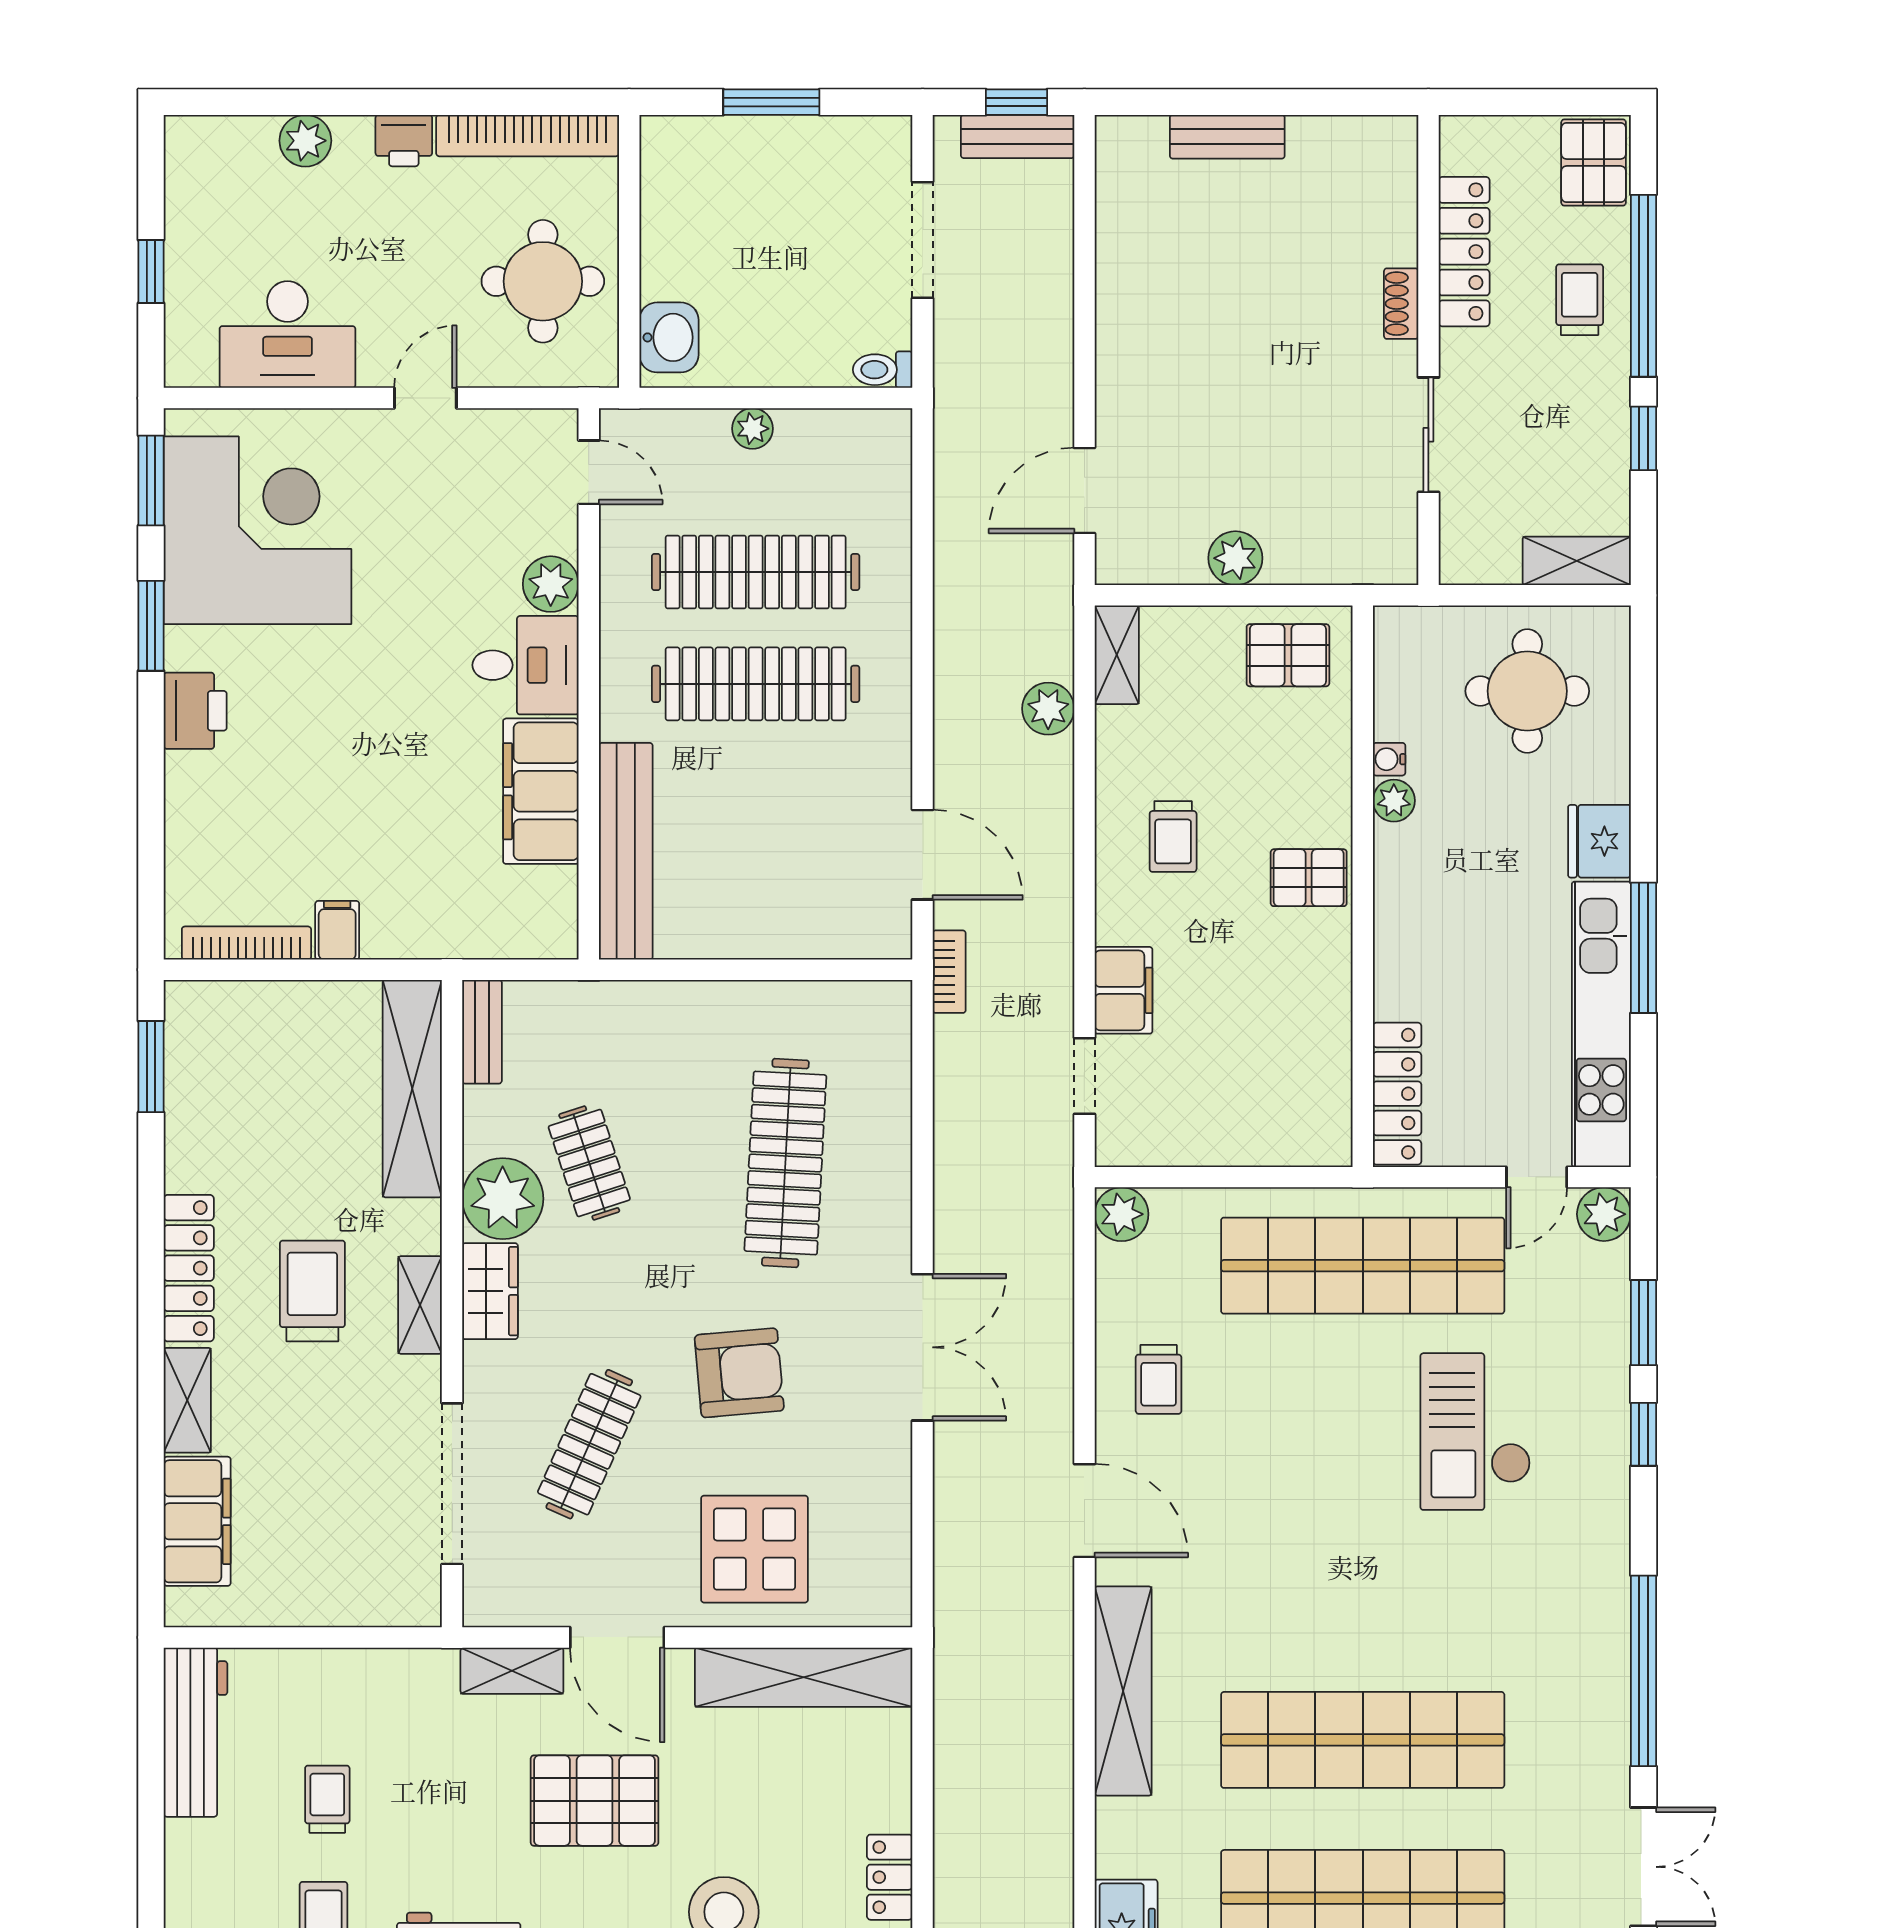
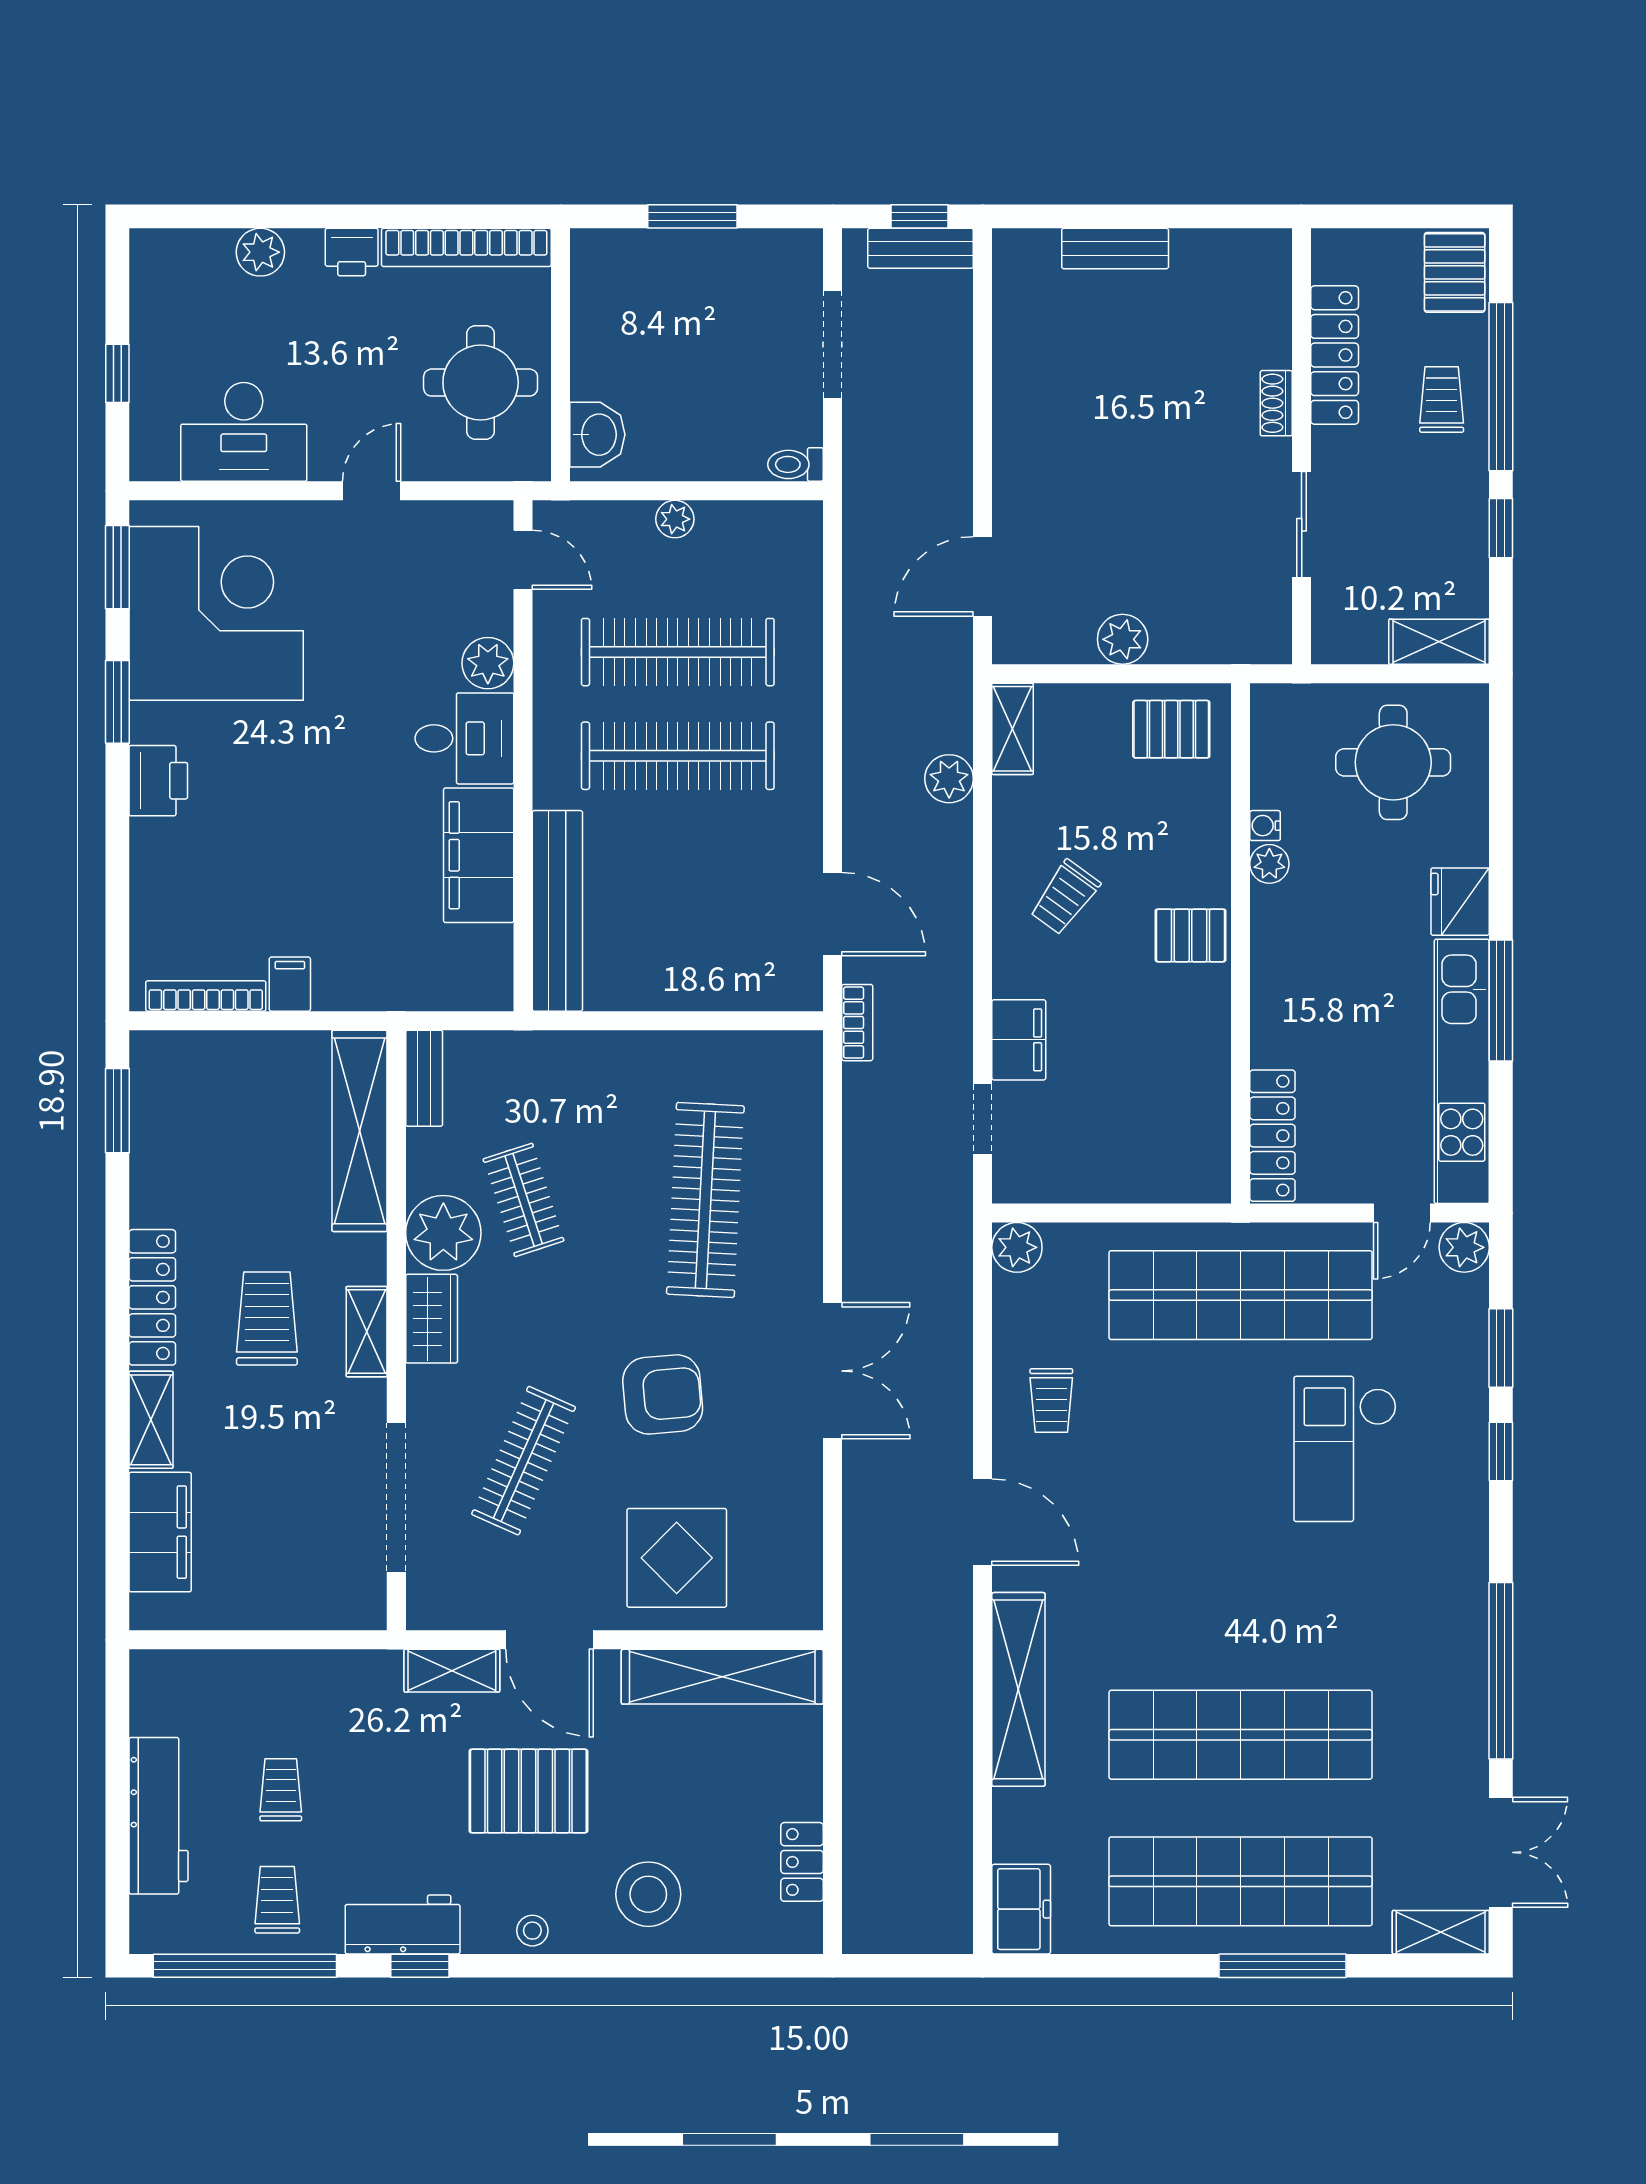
trolley: (1173, 836) -> (1065, 897), turned 36
workbench: (196, 1732) -> (159, 1816), moved

